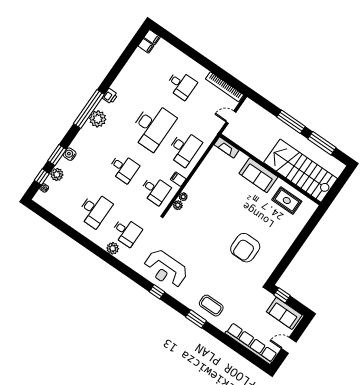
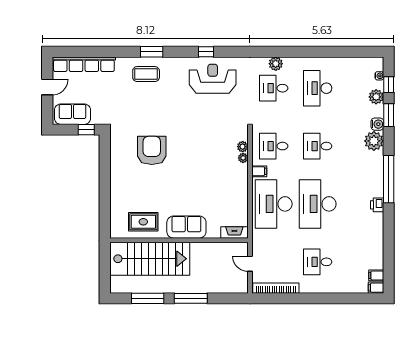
door: (231, 117) -> (250, 264), swing flipped
plant: (98, 119) -> (374, 141), moved
desk: (184, 148) -> (274, 204), width x1.36, depth x1.30

